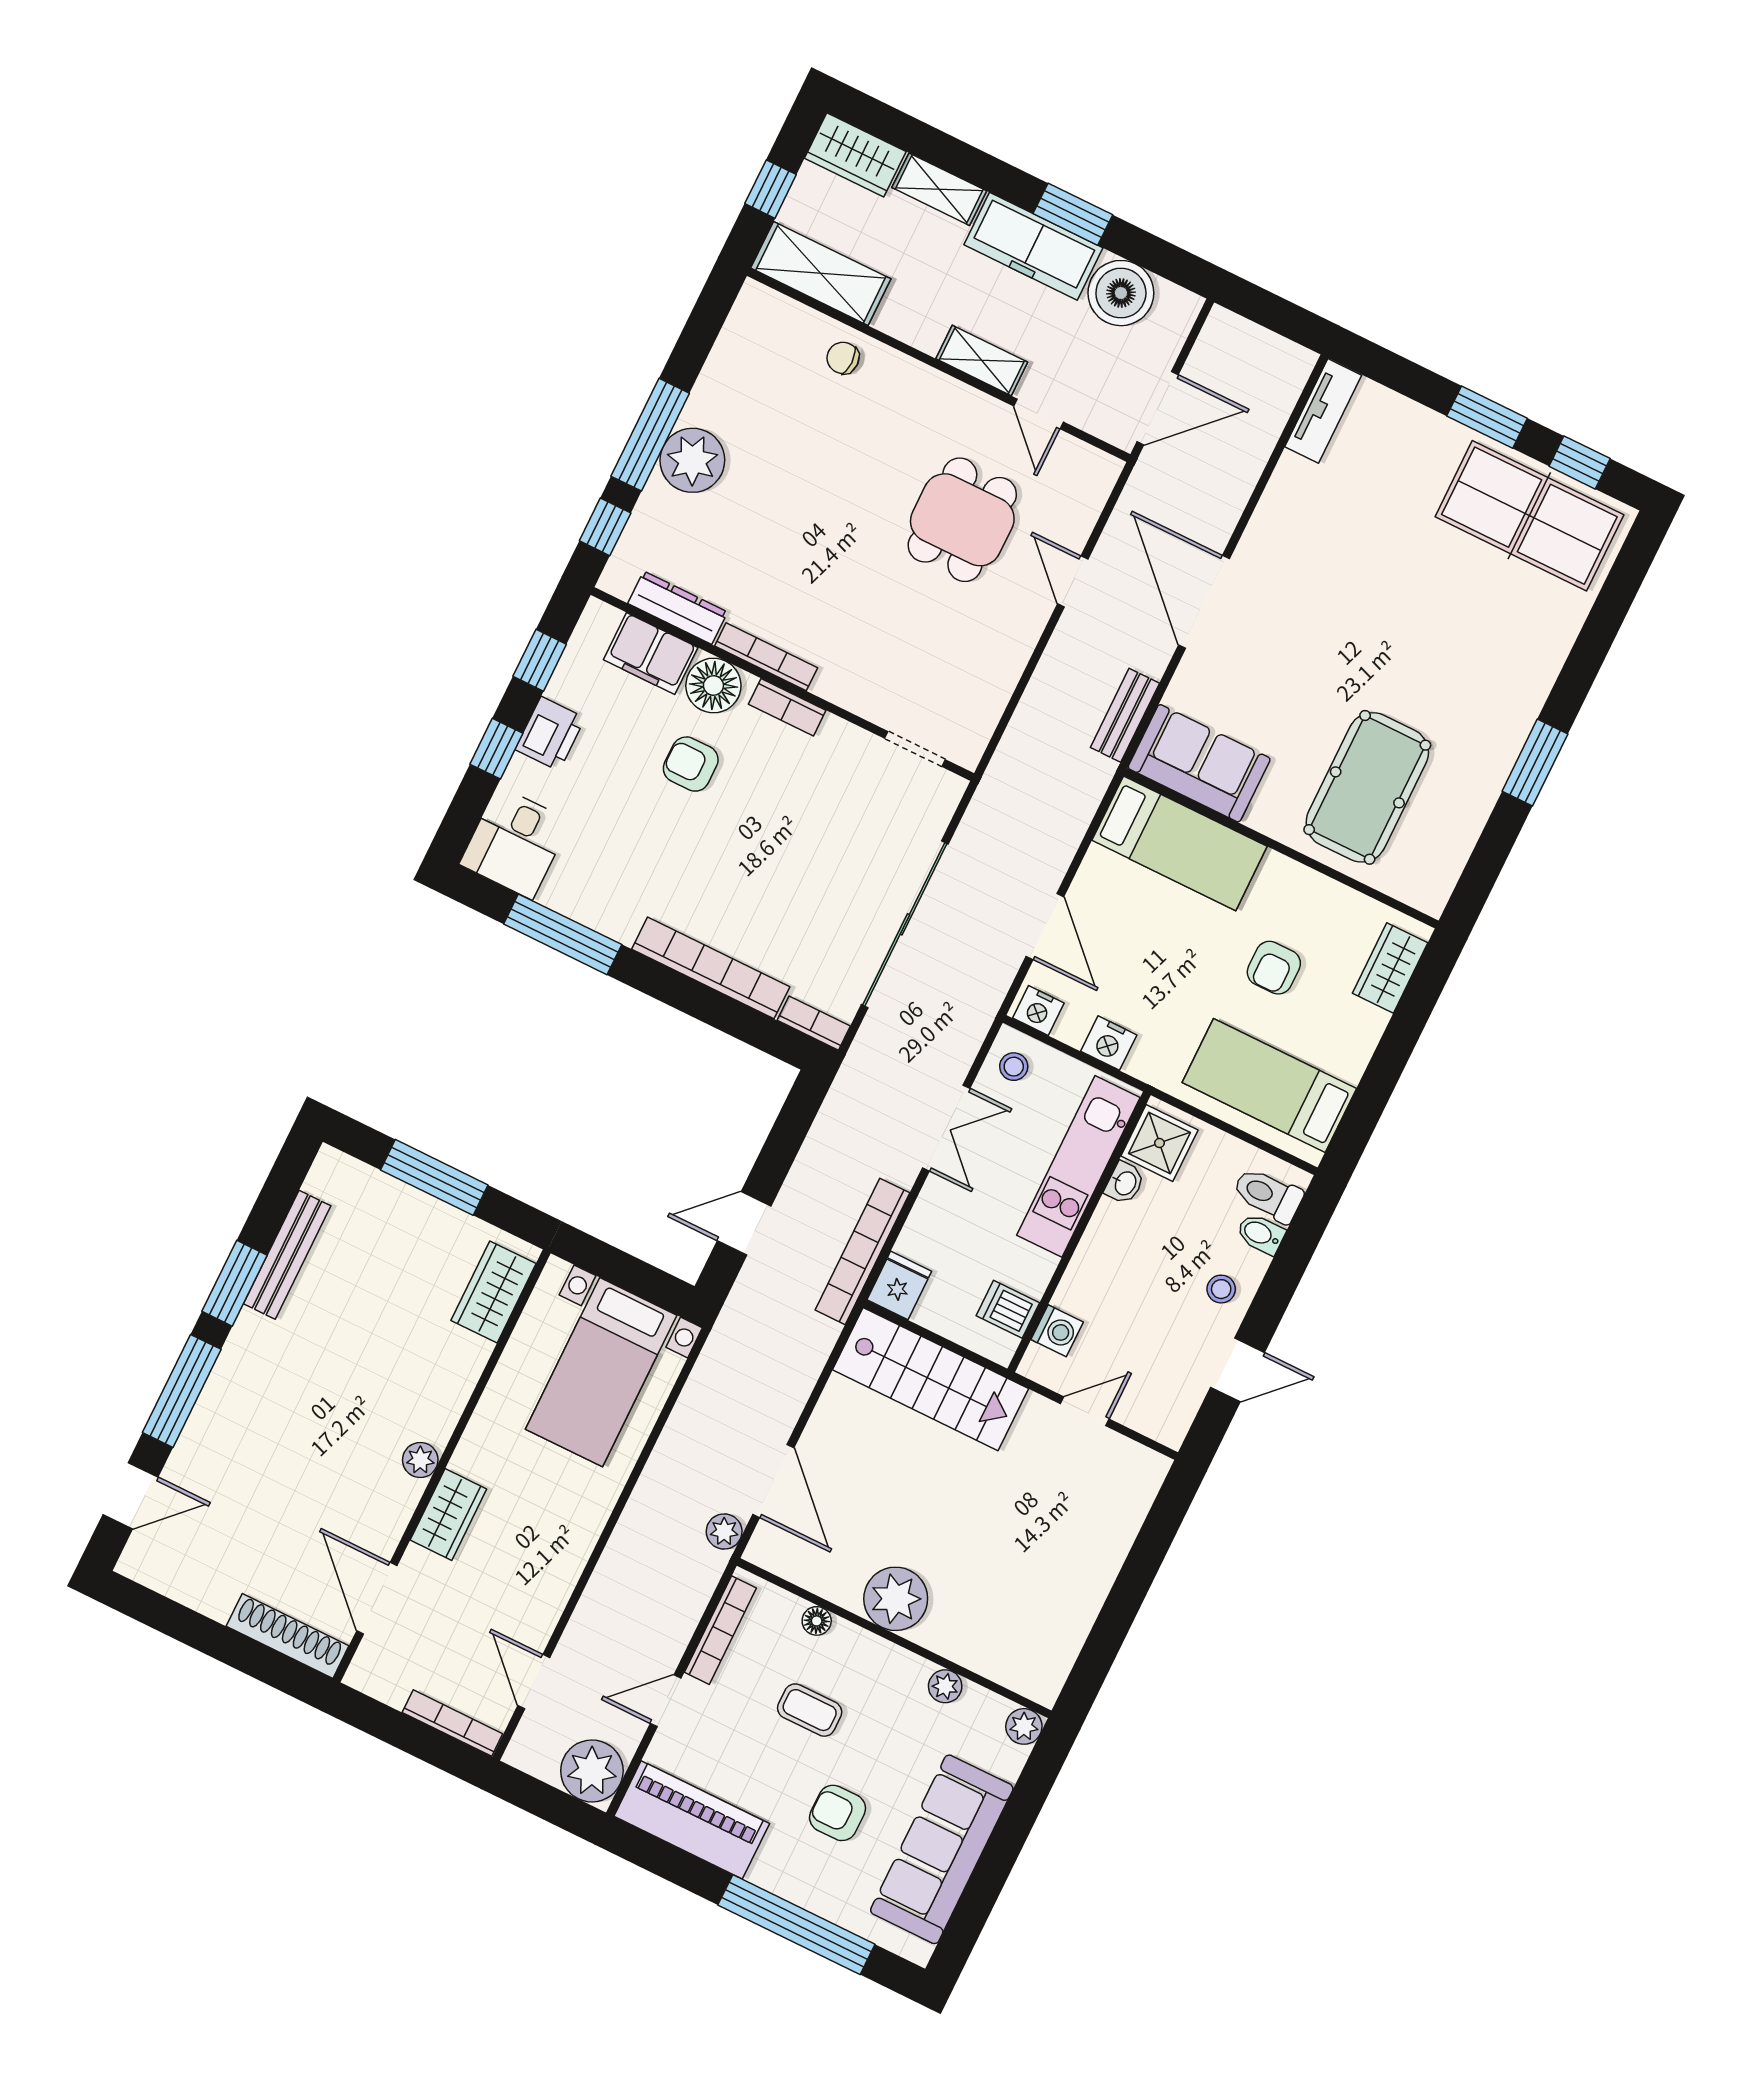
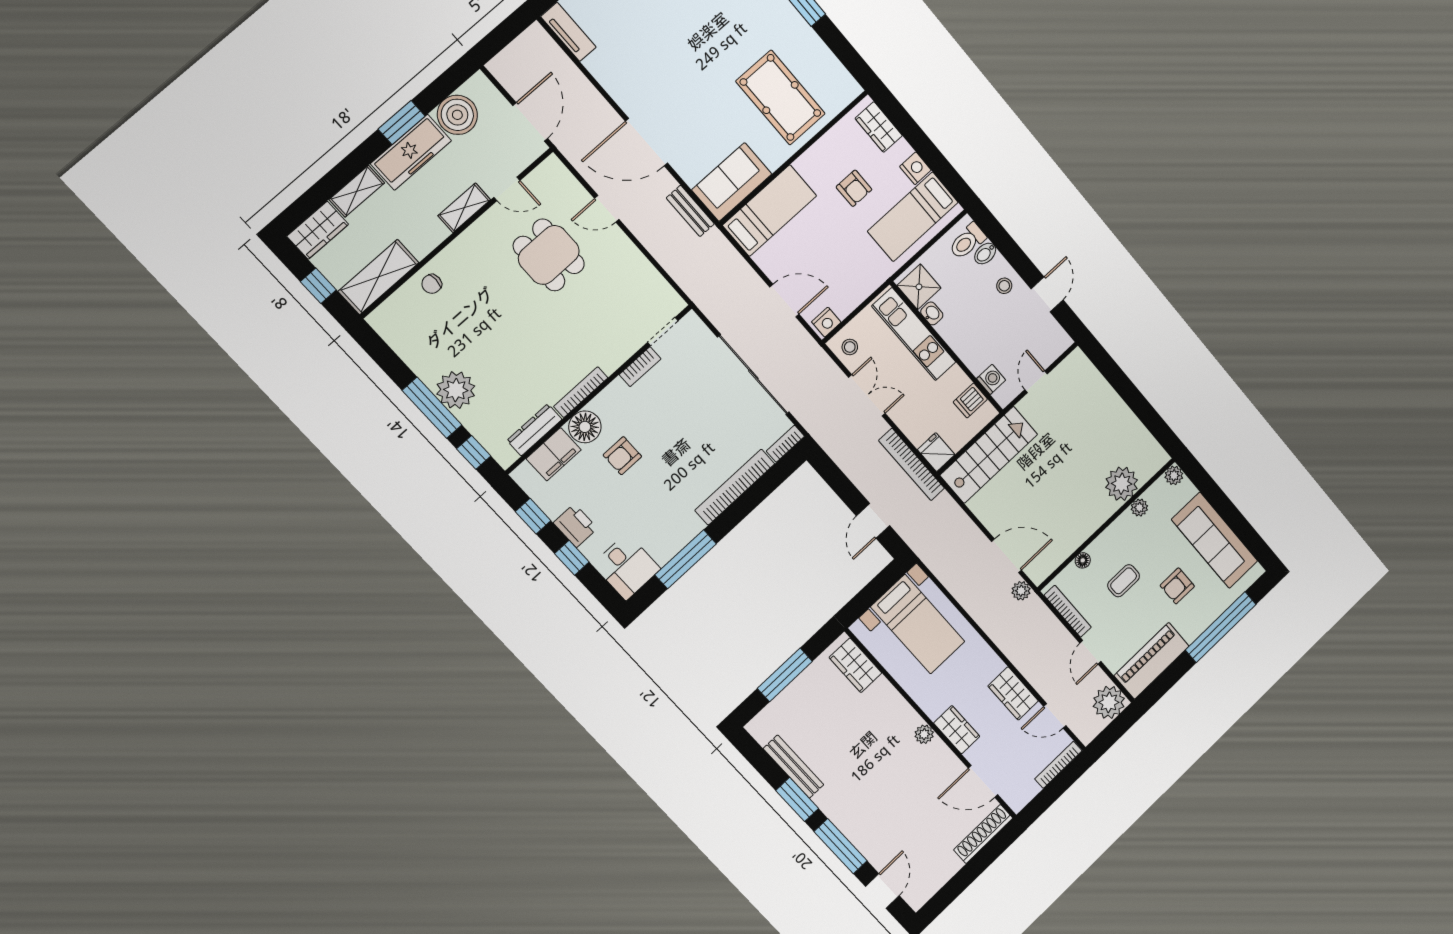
bookcase: (787, 707) -> (640, 367), moved
nightstand: (1109, 1043) -> (915, 168), moved, turned -90
wardrobe: (545, 1590) -> (1013, 693), added
plant: (896, 1599) -> (1122, 484), moved

